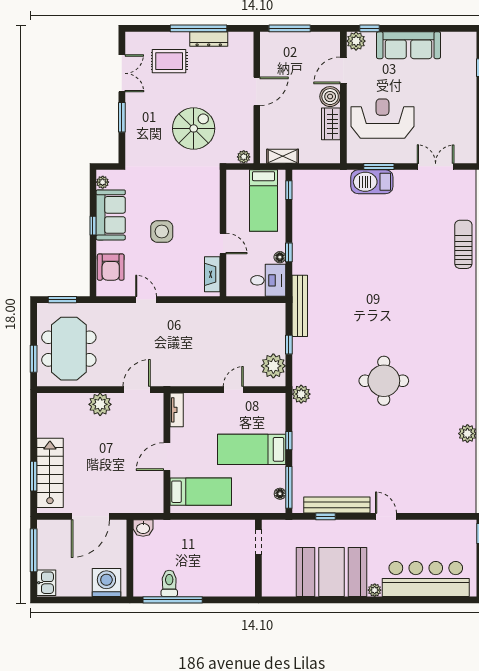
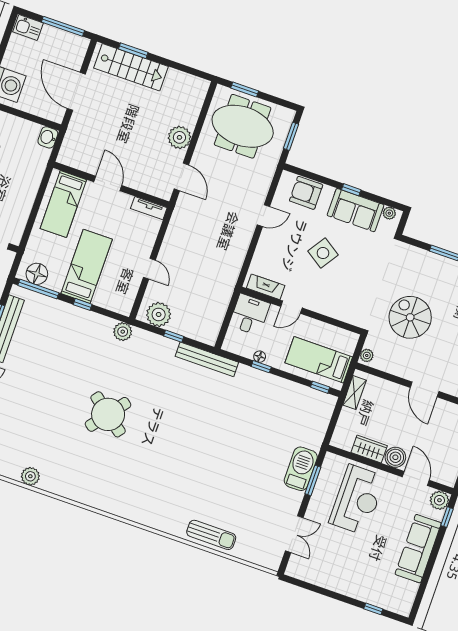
spiral stairs: (194, 128) -> (410, 317), turned 180
side table: (162, 231) -> (323, 253), turned 34
desk: (268, 280) -> (250, 315), moved, turned 180
round table: (384, 381) -> (108, 414), turned 38
floor lamp: (280, 494) -> (37, 274), width x1.89, depth x1.89

